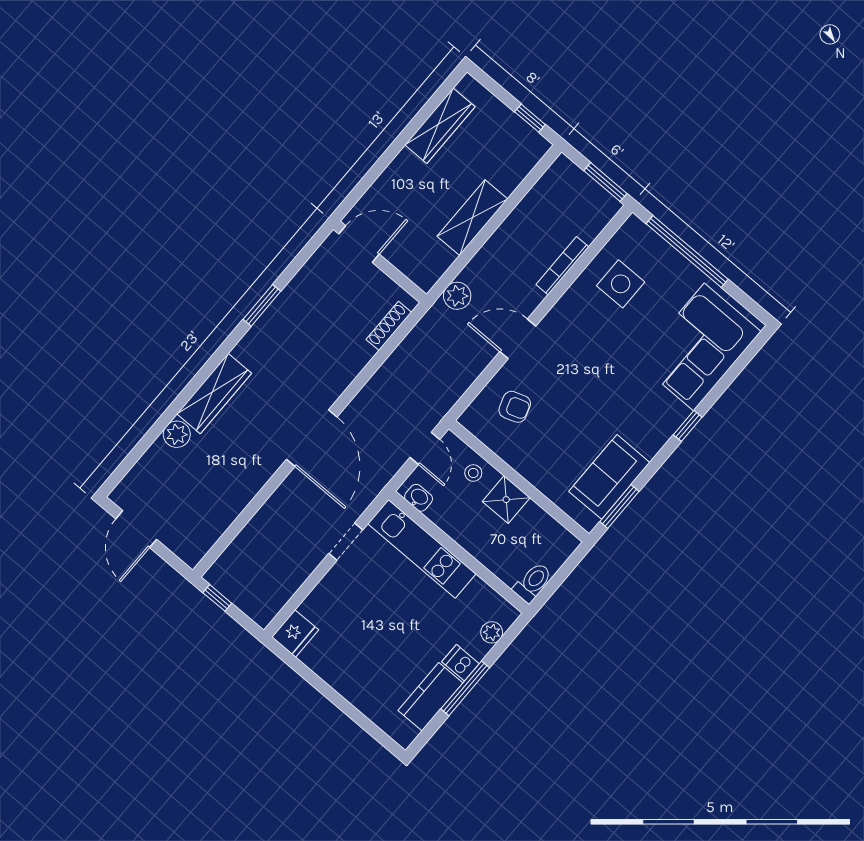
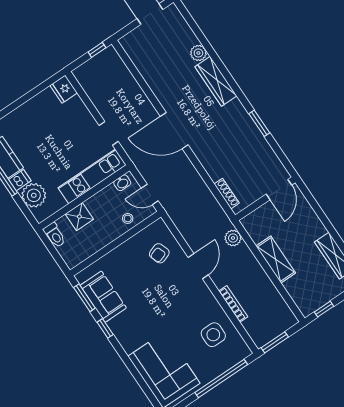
window: (688, 426) -> (105, 328), moved
shower: (506, 500) -> (79, 217), moved
plant: (492, 632) -> (34, 195), width x1.88, depth x1.88

